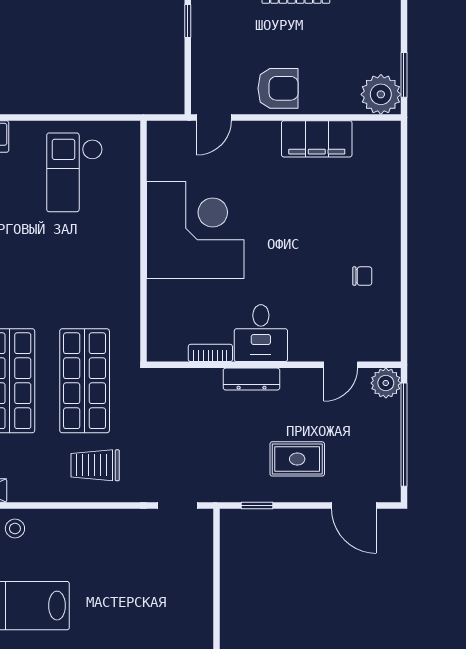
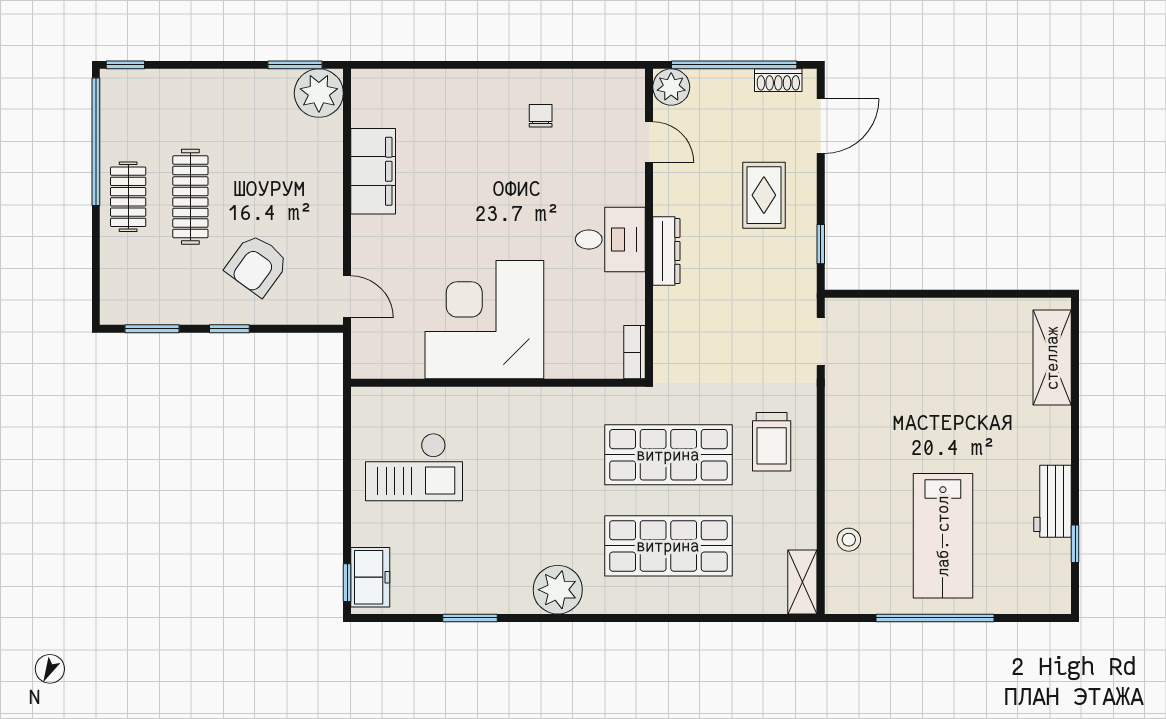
armchair: (278, 88) -> (257, 265), moved, turned -144
bookcase: (210, 353) -> (635, 352), moved
shoe rack: (391, 471) -> (778, 80), added

